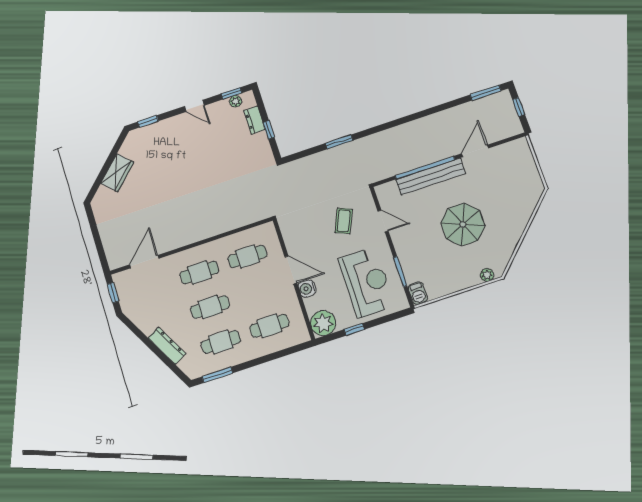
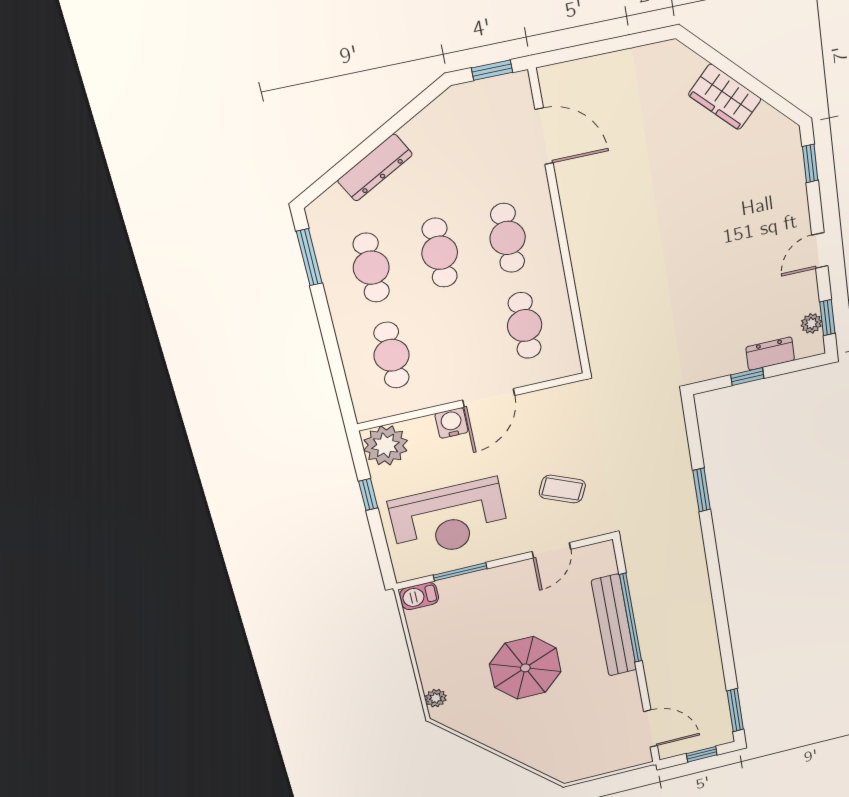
door: (475, 151) -> (650, 729), moved

